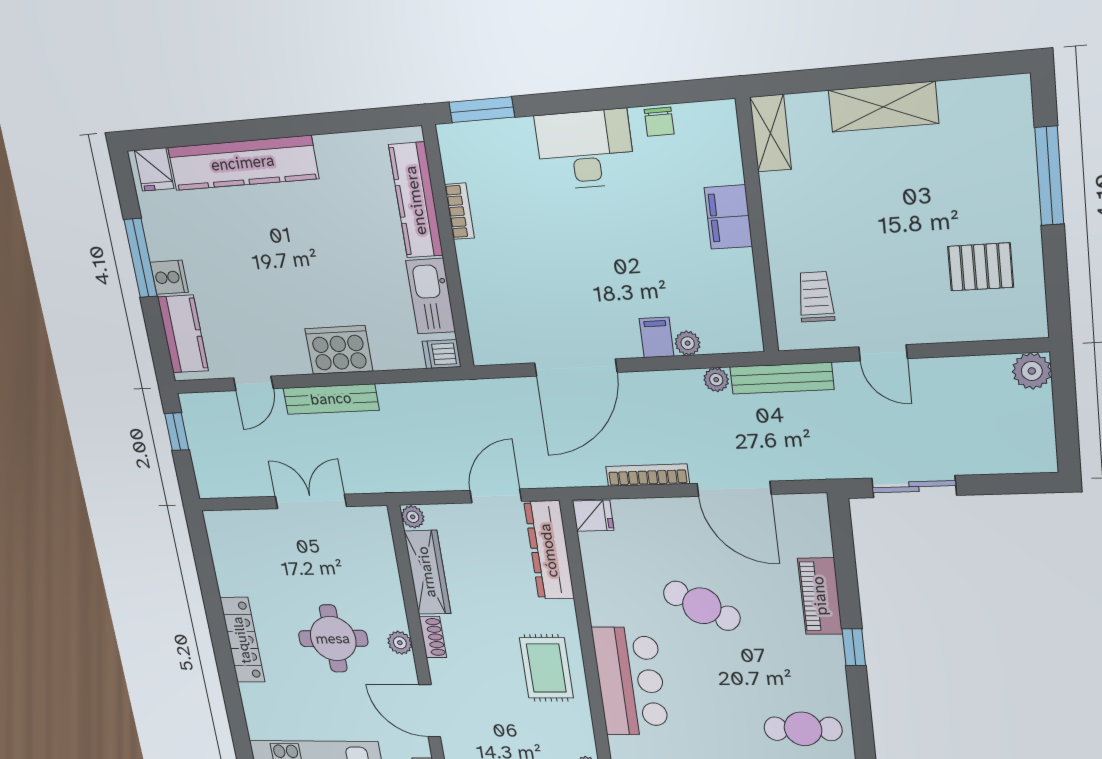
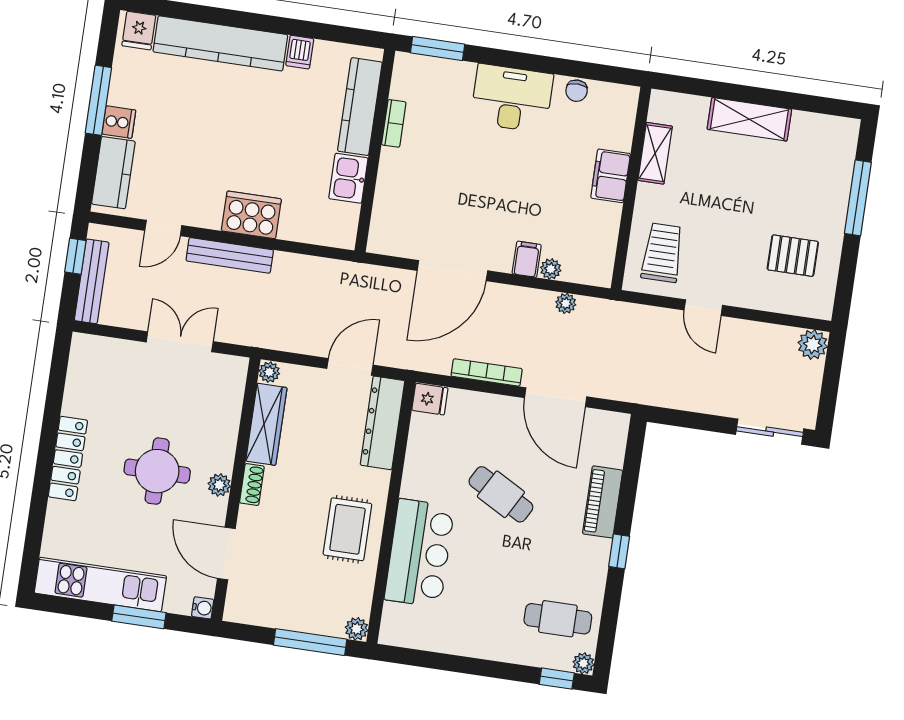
shelving: (771, 133) -> (655, 153), moved
kitchen sink: (431, 296) -> (348, 178), width x0.73
trolley: (816, 297) -> (662, 253), width x1.36, depth x1.39
dishwasher: (442, 354) -> (300, 52), moved, turned -90
bench: (782, 378) -> (92, 281), moved, turned 90
sliding door: (914, 487) -> (770, 432), moved

